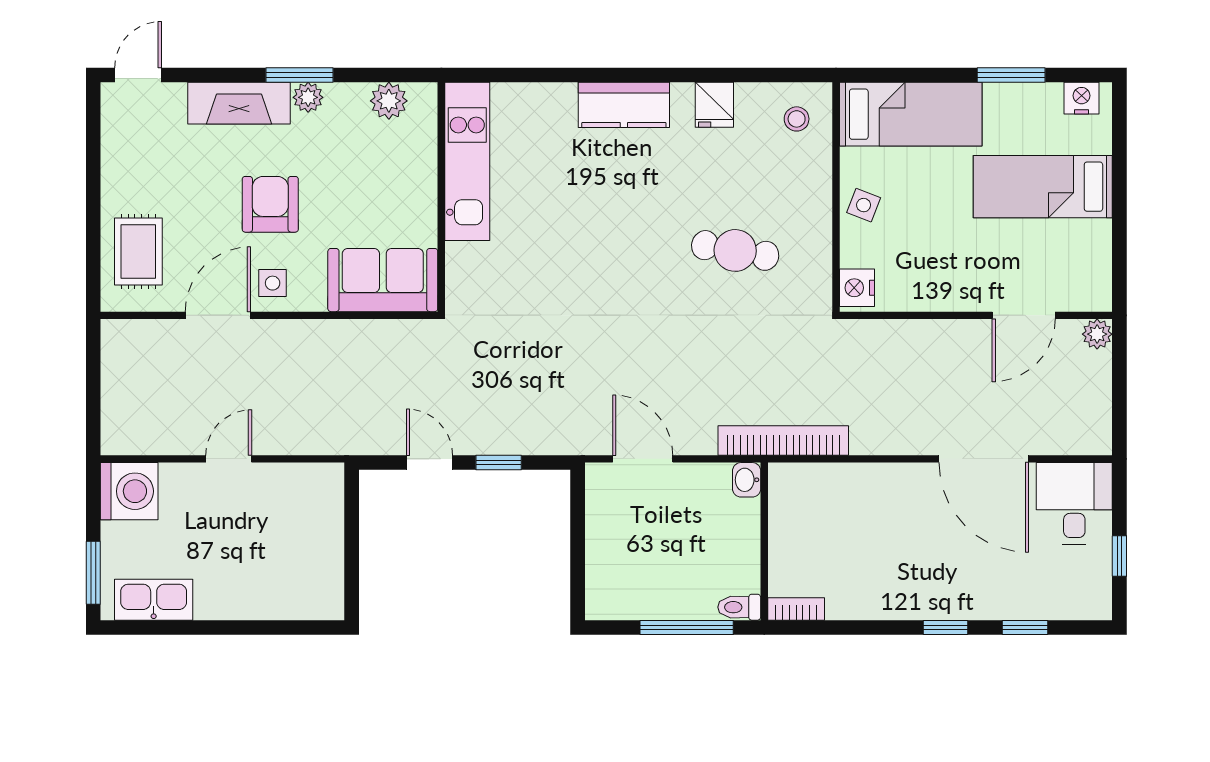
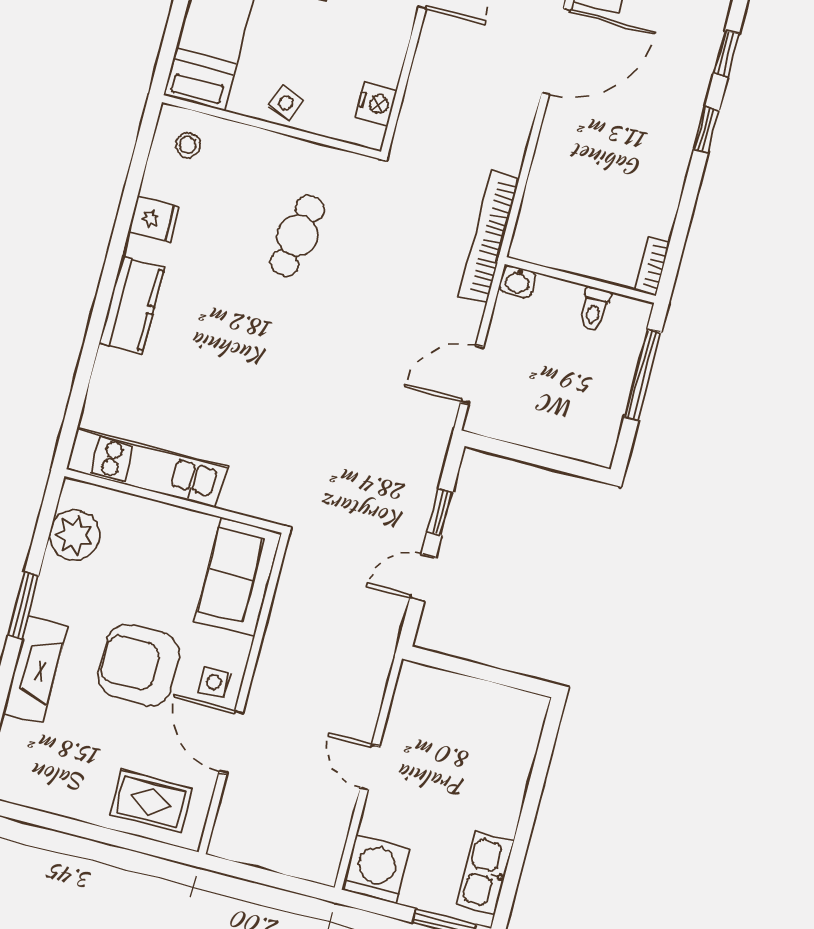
plant: (308, 97) -> (47, 603), removed
plant: (389, 101) -> (75, 535), width x1.36, depth x1.36
armchair: (270, 204) -> (139, 665), width x1.36, depth x1.36
nightstand: (857, 288) -> (376, 103), moved, turned -90
toilet: (739, 607) -> (594, 309), moved

